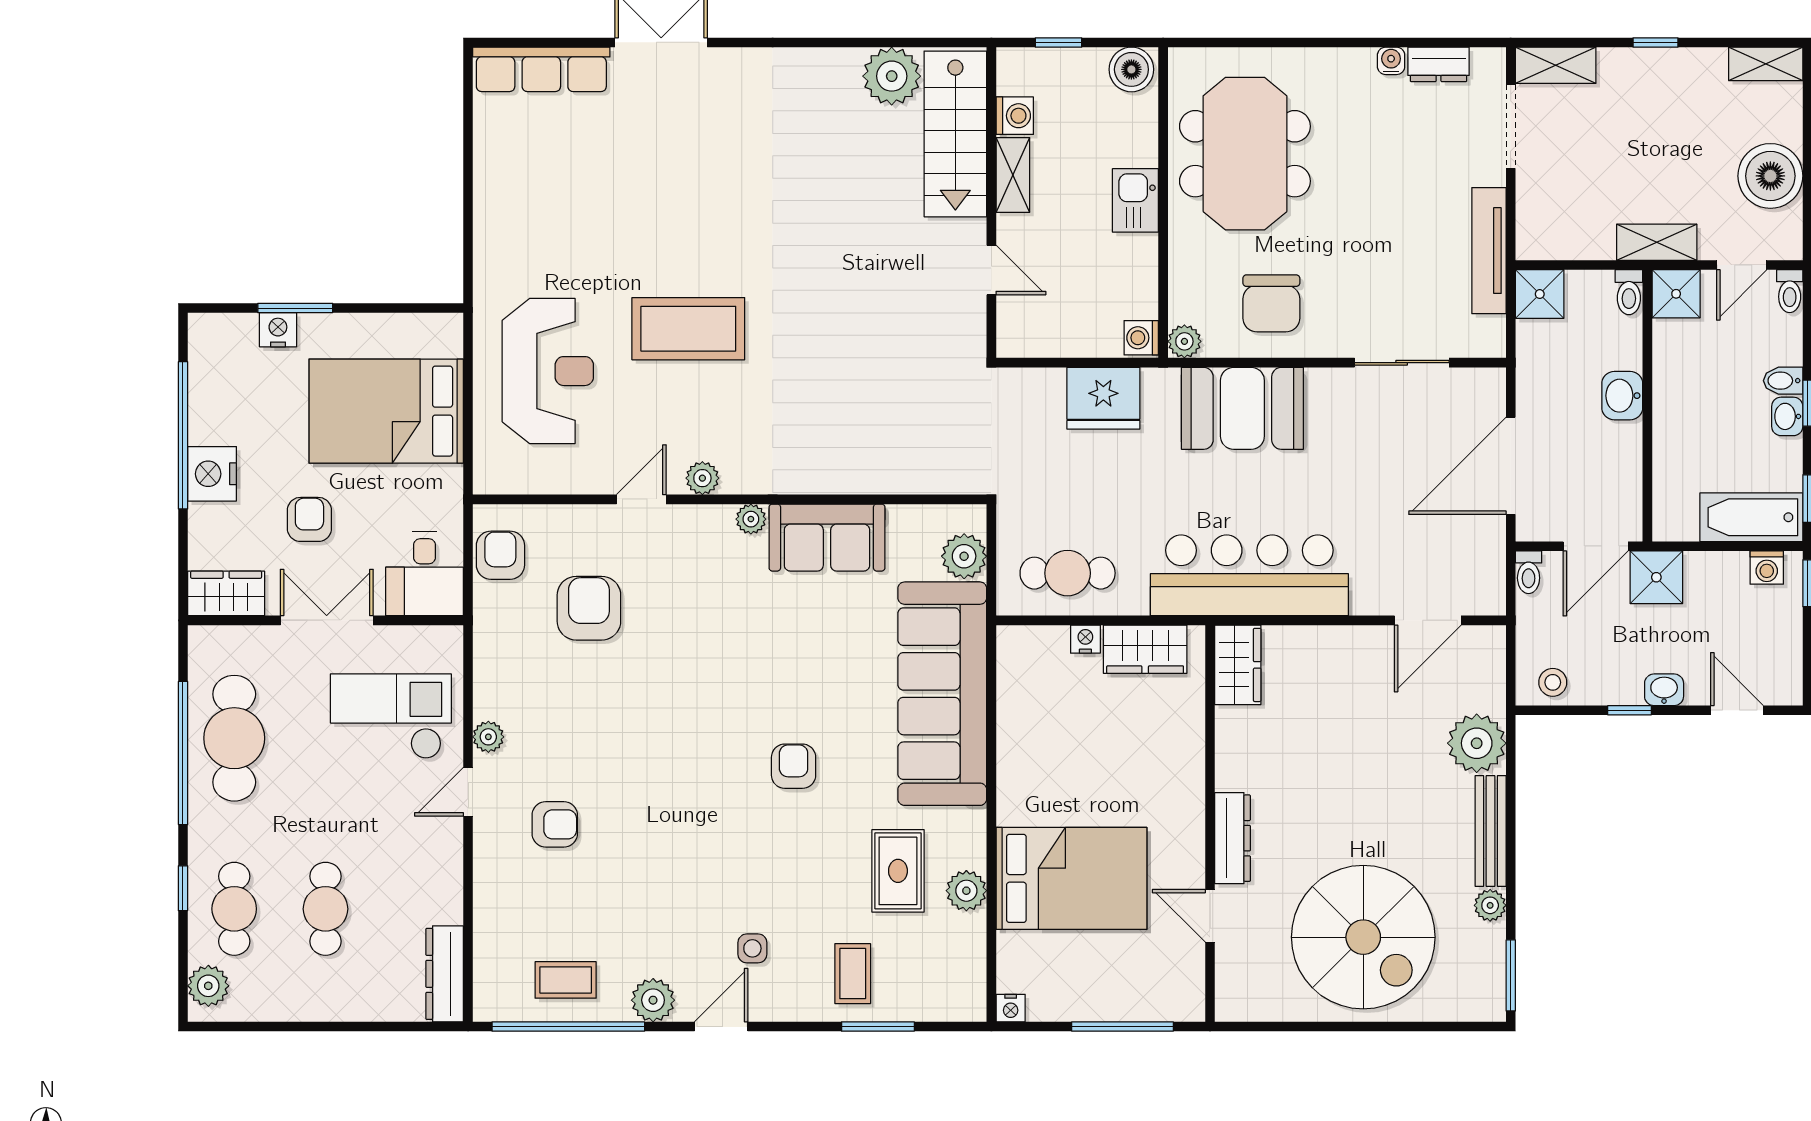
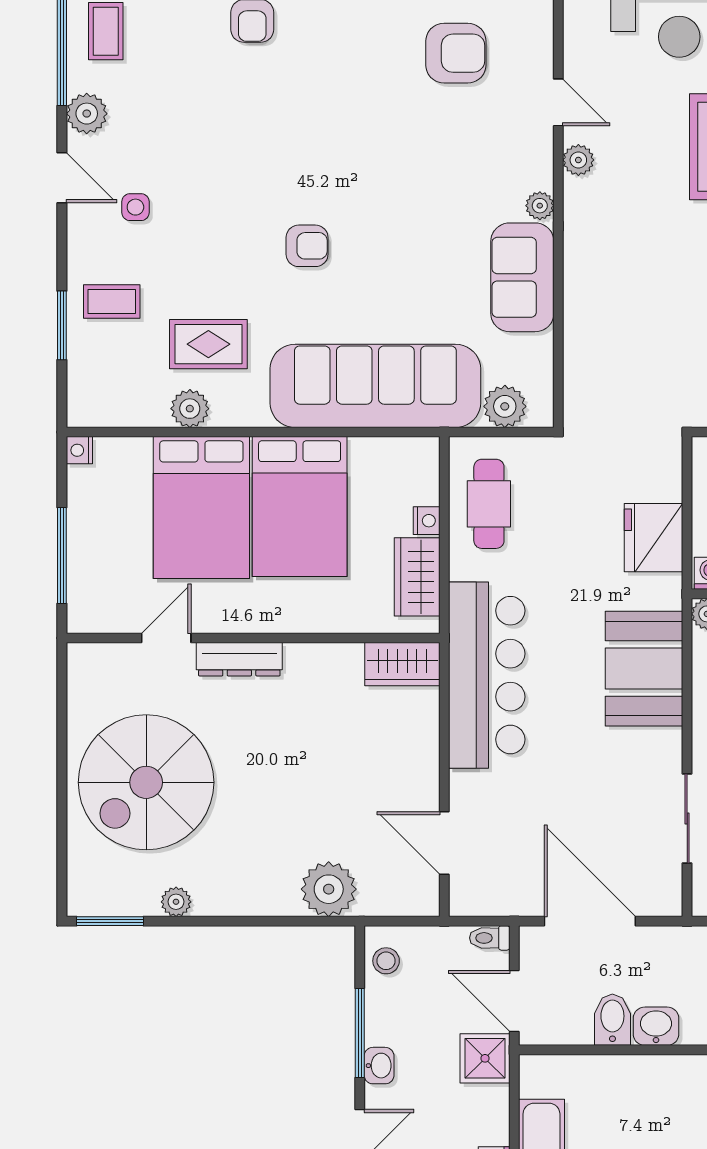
bidet: (1615, 442) -> (612, 1020), added
window: (1629, 710) -> (360, 1033), width x2.17
bed: (1070, 774) -> (300, 506), added
bench: (1491, 831) -> (246, 902), removed

